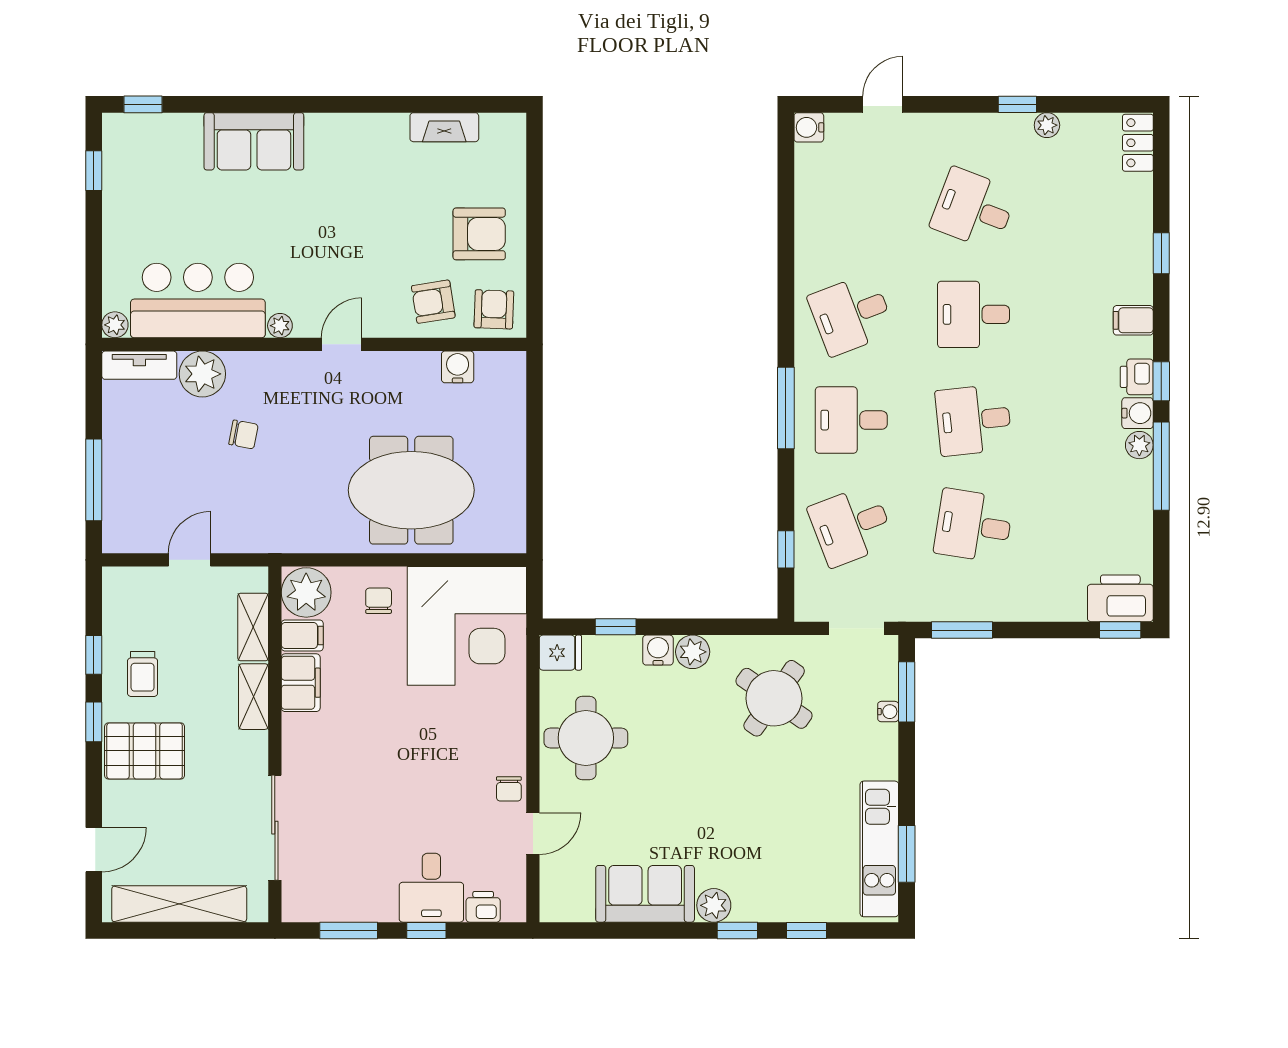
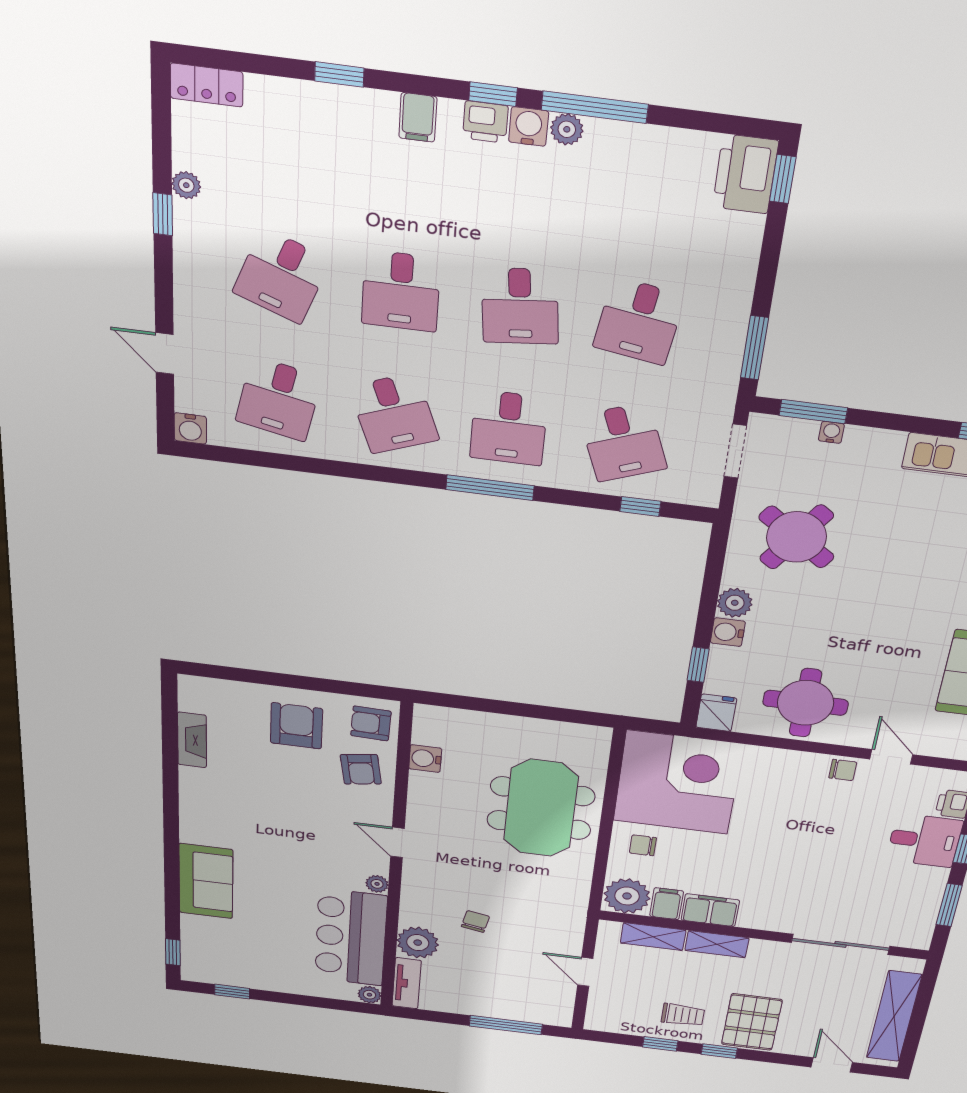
desk: (851, 209) -> (279, 399), added

